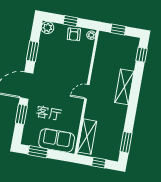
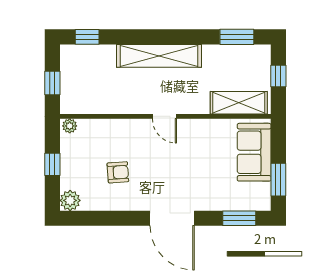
armchair: (74, 34) -> (118, 172), moved
window: (33, 51) -> (114, 218), removed
shelving: (124, 87) -> (159, 56), width x1.47
window: (21, 114) -> (239, 218), moved

